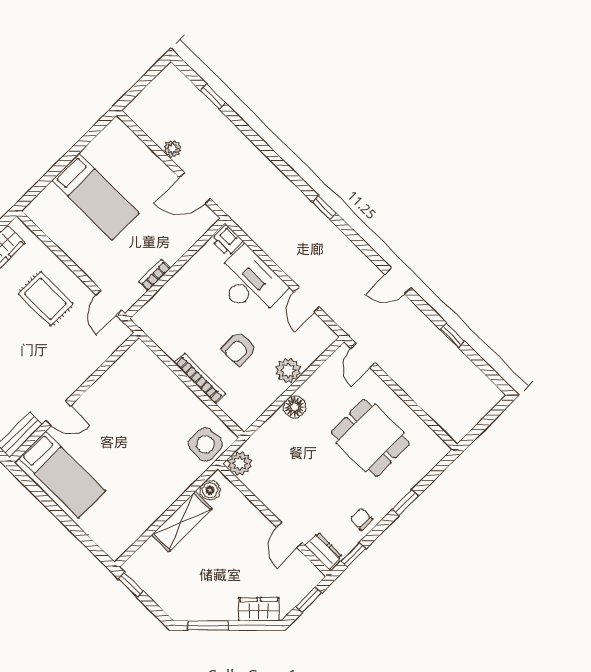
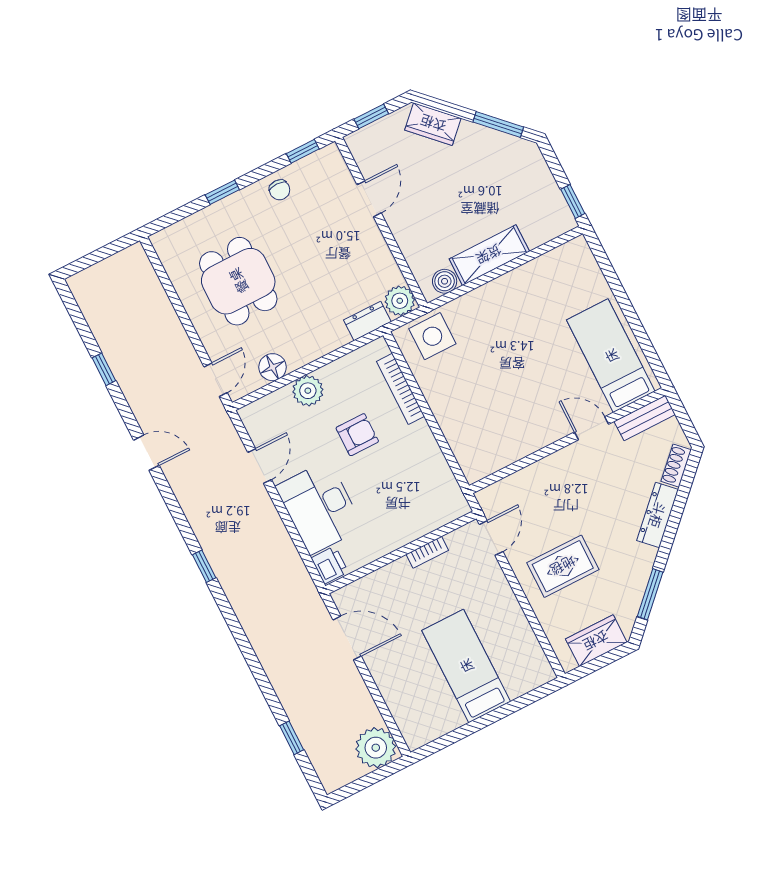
plant: (172, 149) -> (376, 748), moved, width x1.88, depth x1.88
rug: (46, 299) -> (563, 566), turned 90
bookcase: (200, 379) -> (400, 389), moved
floor lamp: (295, 407) -> (273, 367), moved
dresser: (324, 551) -> (367, 321), moved, turned 90

